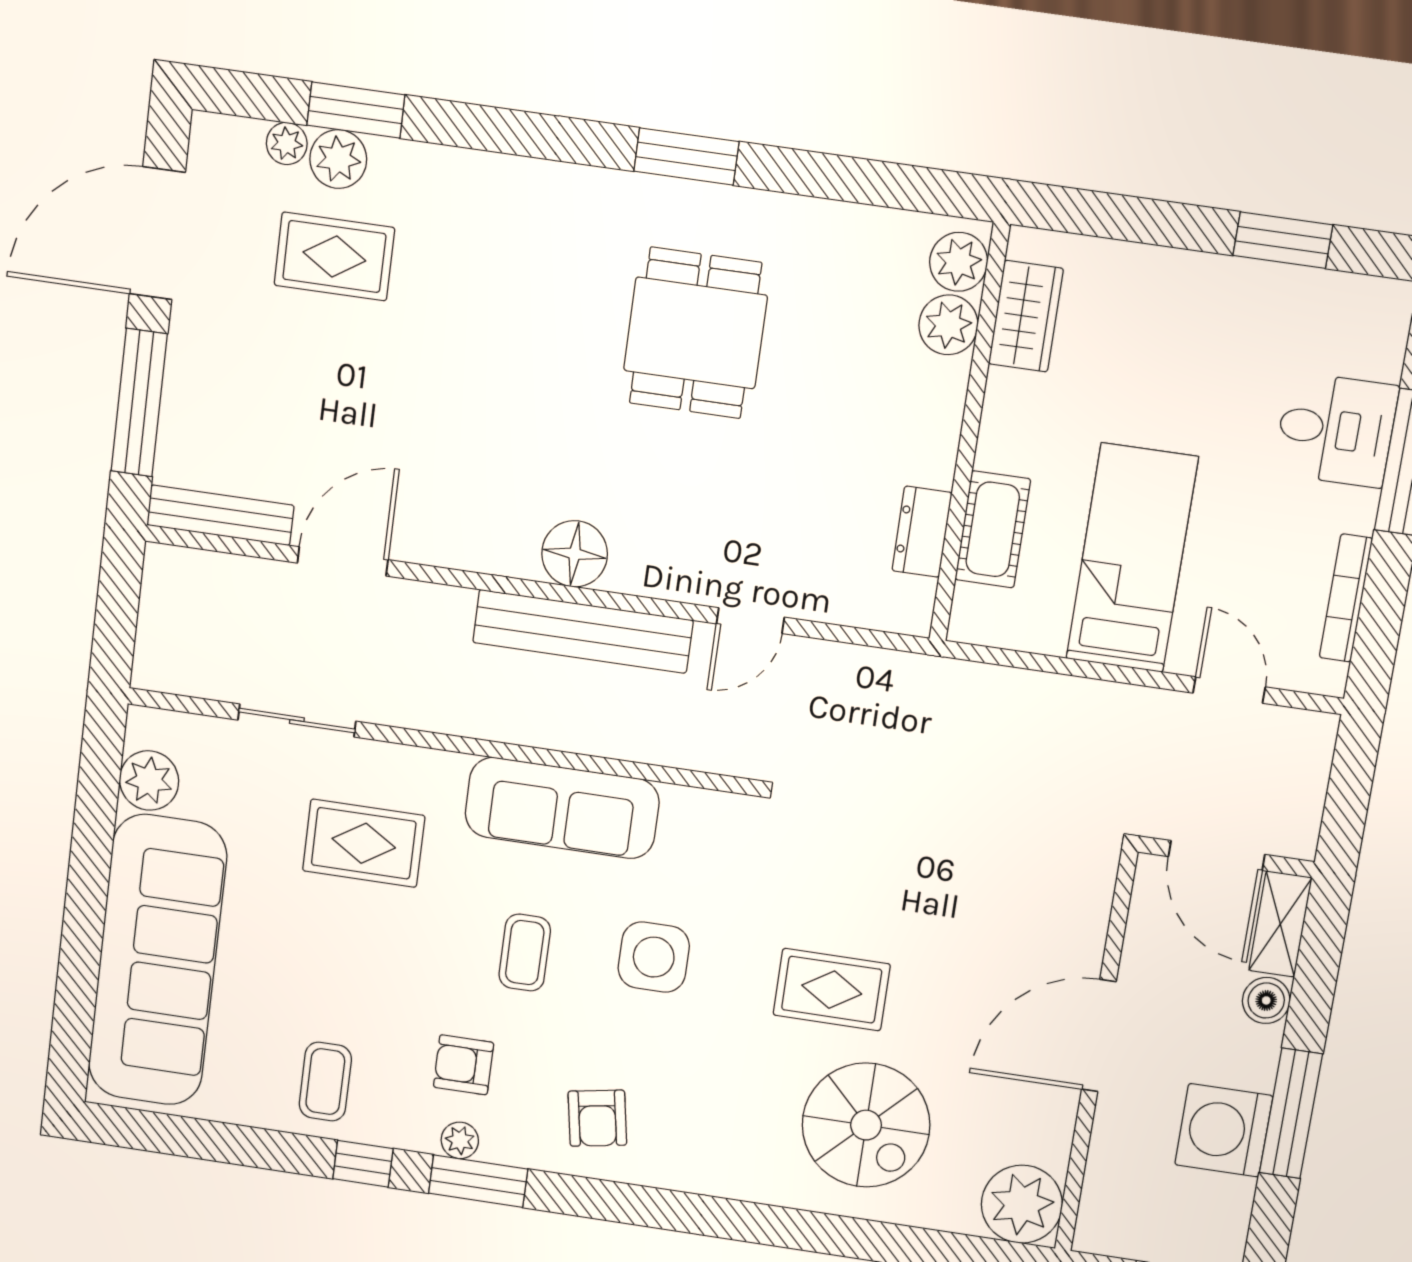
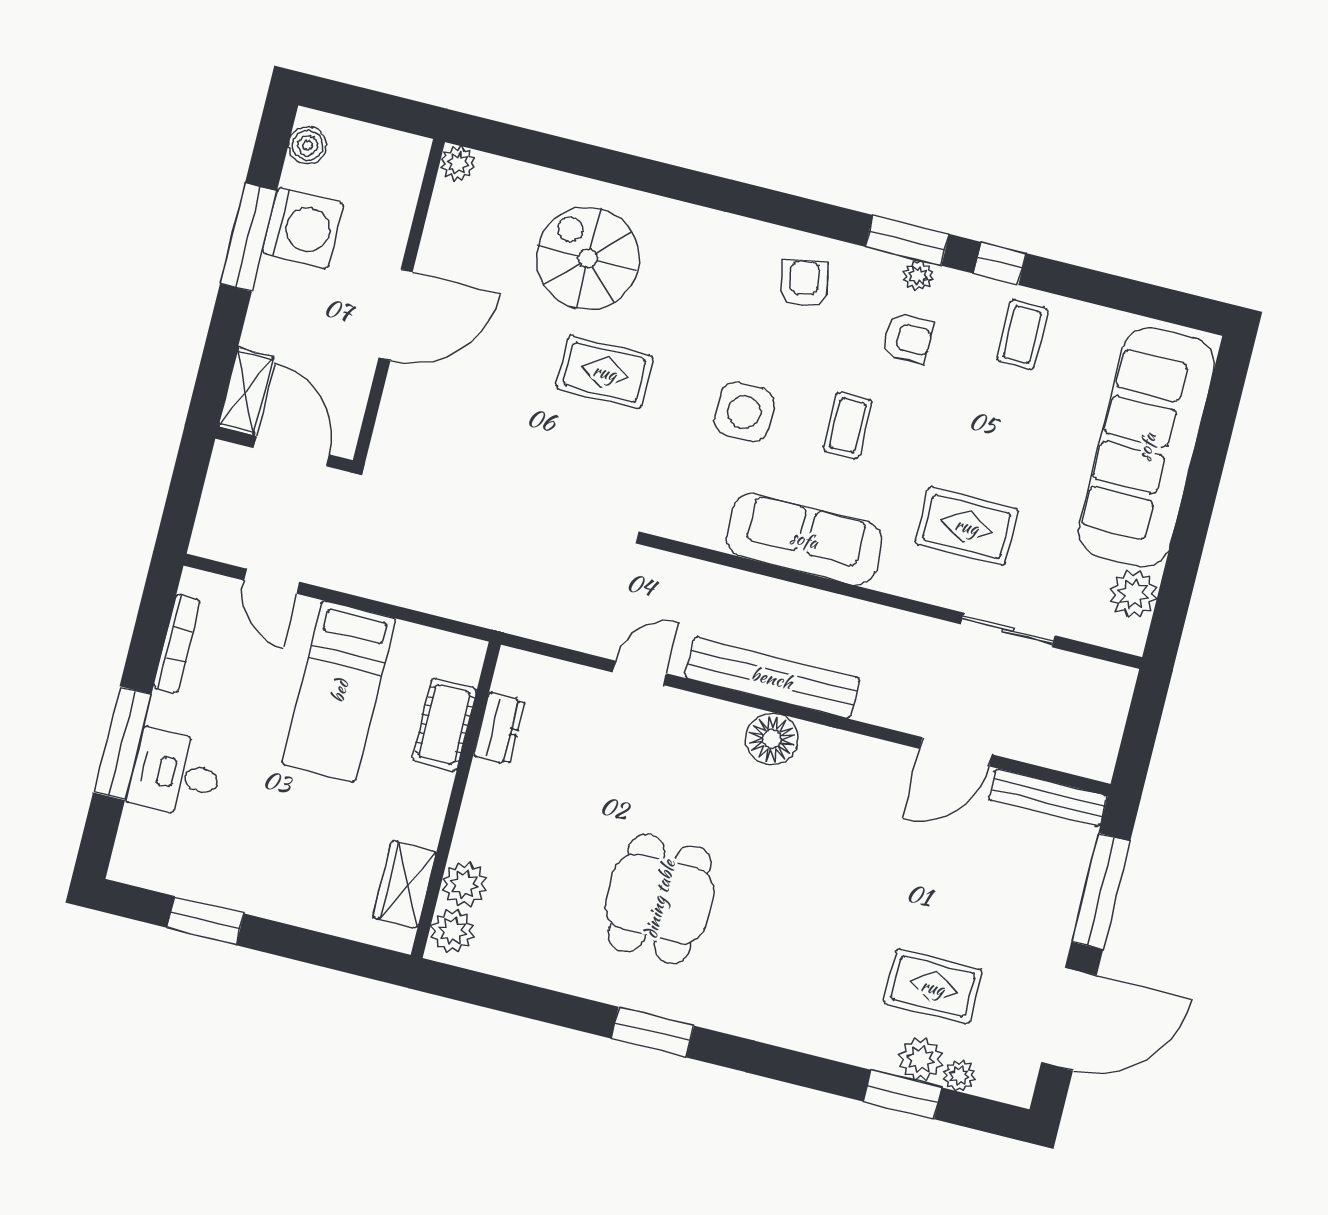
boiler: (1266, 1000) -> (308, 145), moved
plant: (1022, 1204) -> (458, 163), width x0.53, depth x0.53

